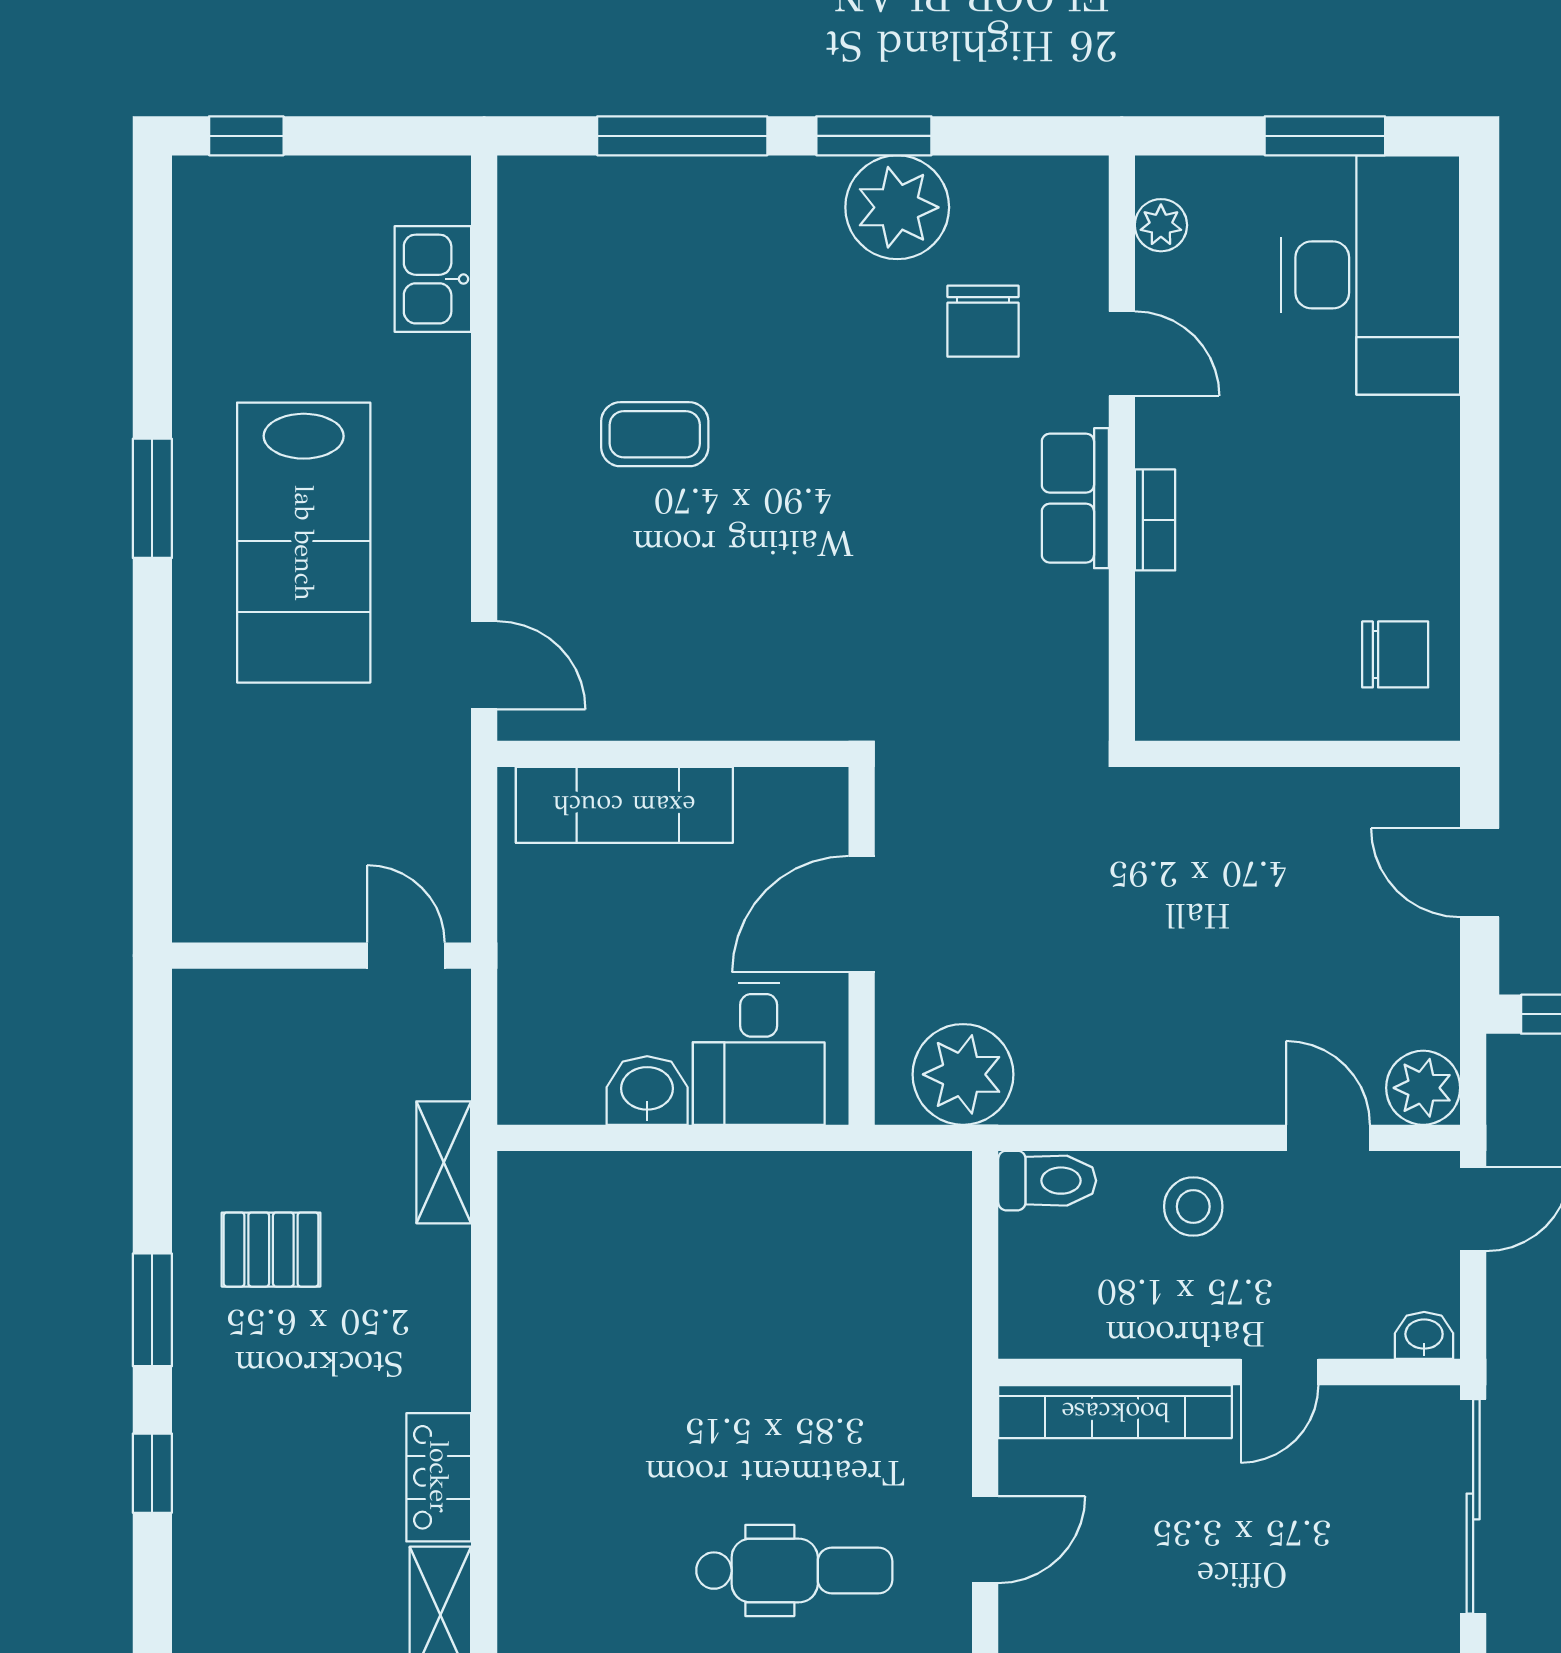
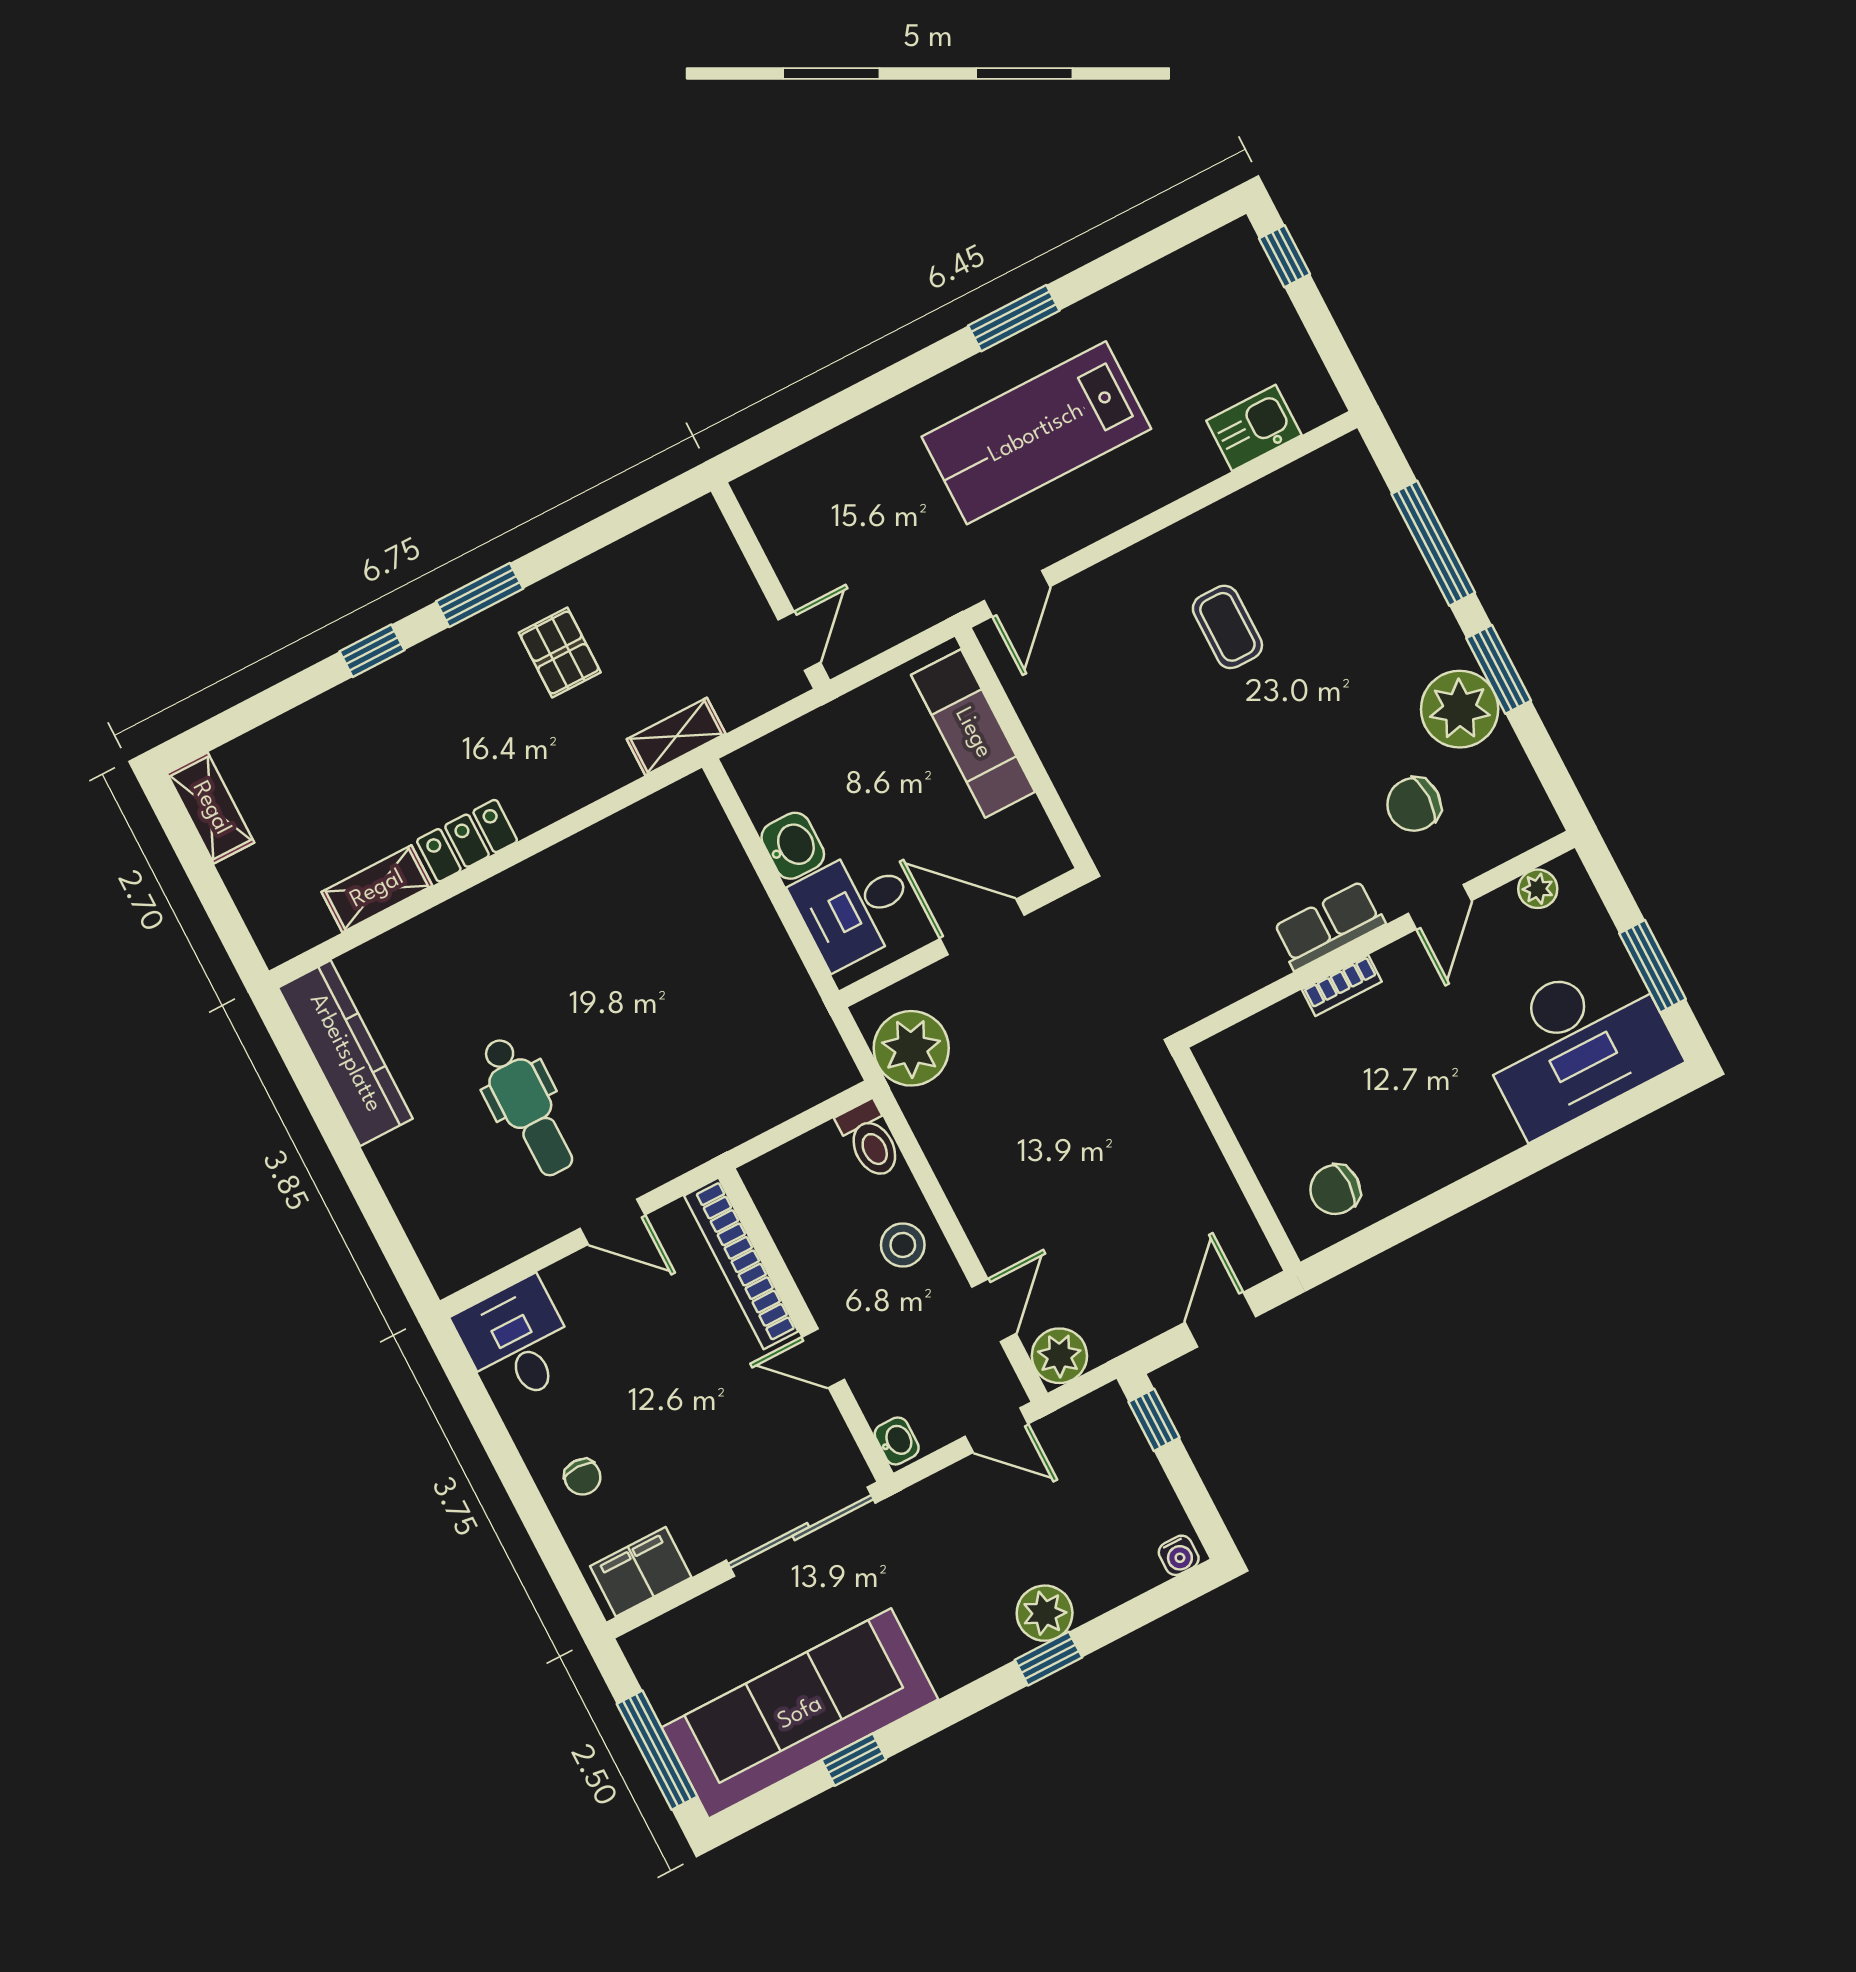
chair: (1395, 654) -> (1335, 1190), turned 90

